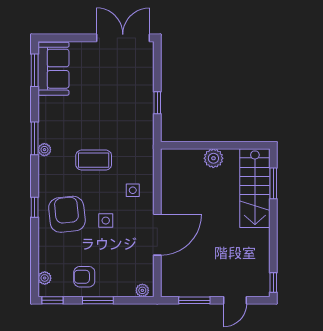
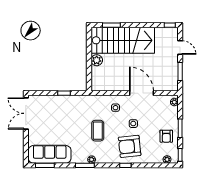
sofa: (53, 69) -> (50, 154), width x1.36
stairs: (255, 188) -> (123, 40), width x1.36, depth x1.51

